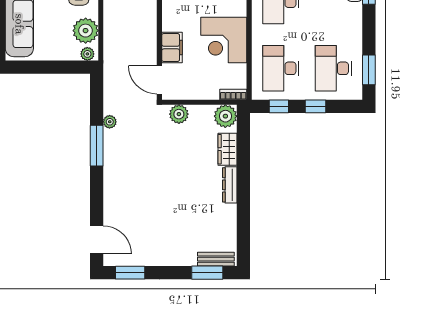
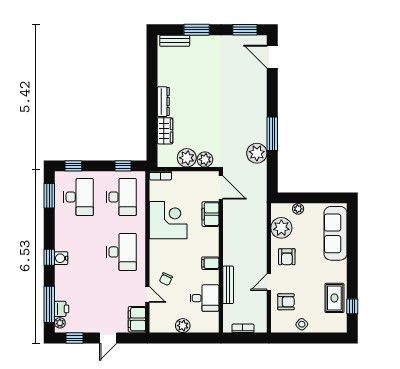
plant: (87, 54) -> (298, 209), moved
window: (316, 106) -> (73, 166), moved
plant: (225, 116) -> (187, 158), moved
plant: (110, 122) -> (257, 153), width x1.87, depth x1.87
window: (207, 273) -> (197, 30), moved

